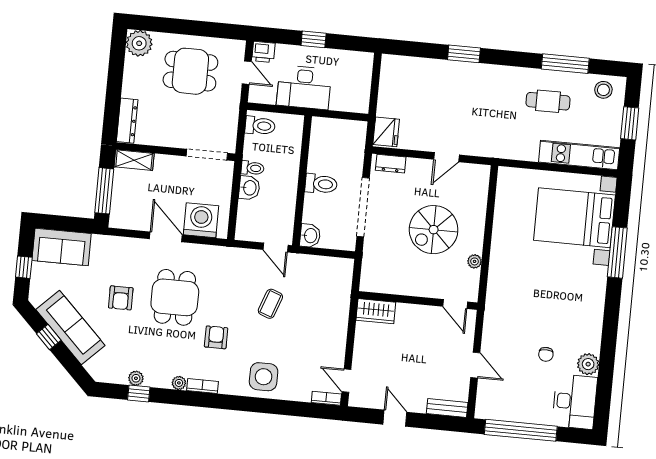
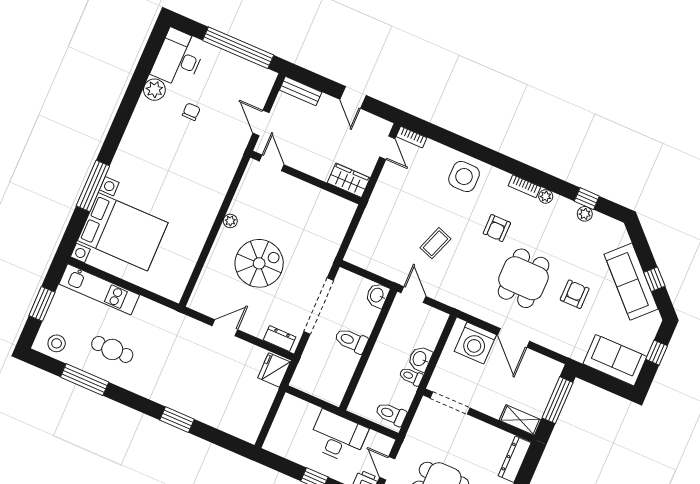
wall: (418, 301) -> (306, 178), moved
door: (455, 304) -> (272, 163), moved
wardrobe: (376, 311) -> (349, 180), moved

